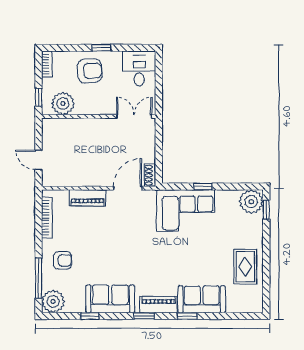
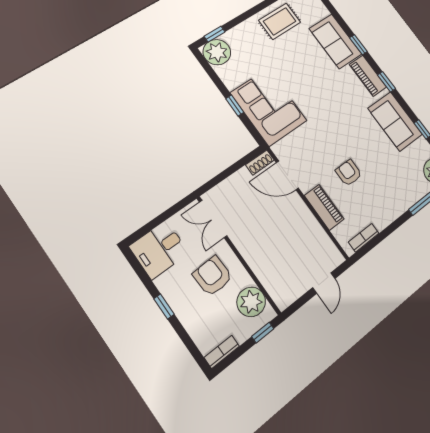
armchair: (90, 71) -> (213, 276), moved
bookcase: (47, 218) -> (364, 238), width x0.64
armchair: (63, 260) -> (349, 173), moved

